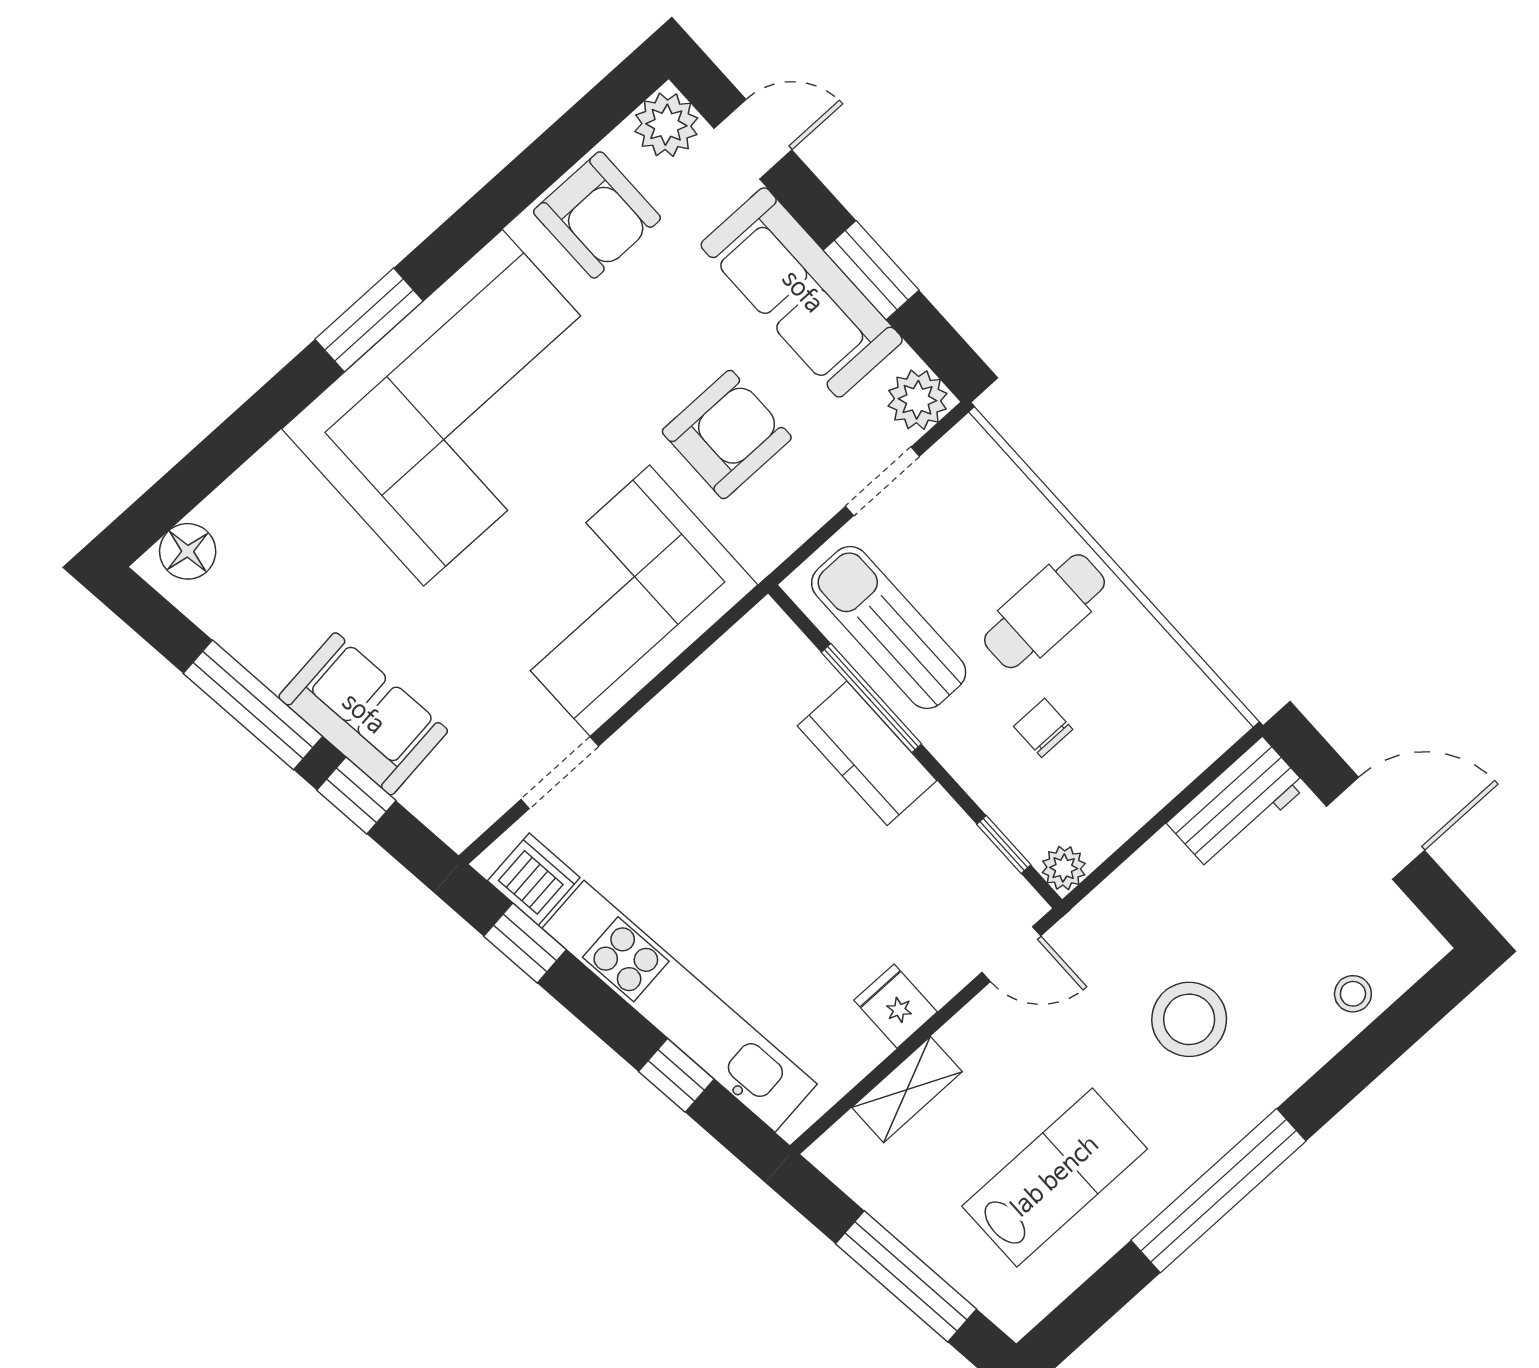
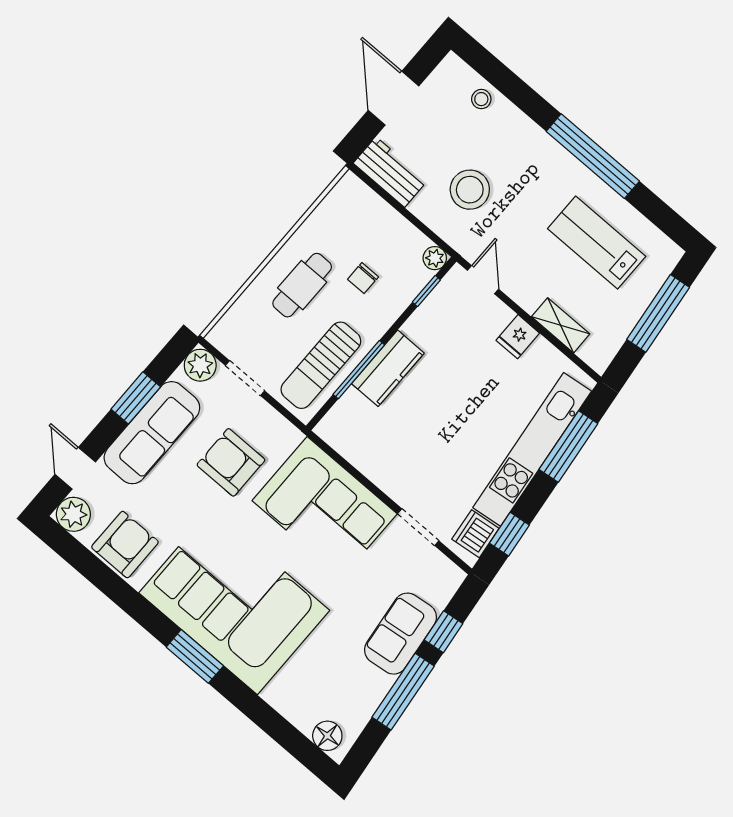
cafe table: (1044, 611) -> (302, 285), turned 90
stool: (1189, 1019) -> (470, 190), moved
window: (676, 1075) -> (568, 446), width x2.17

